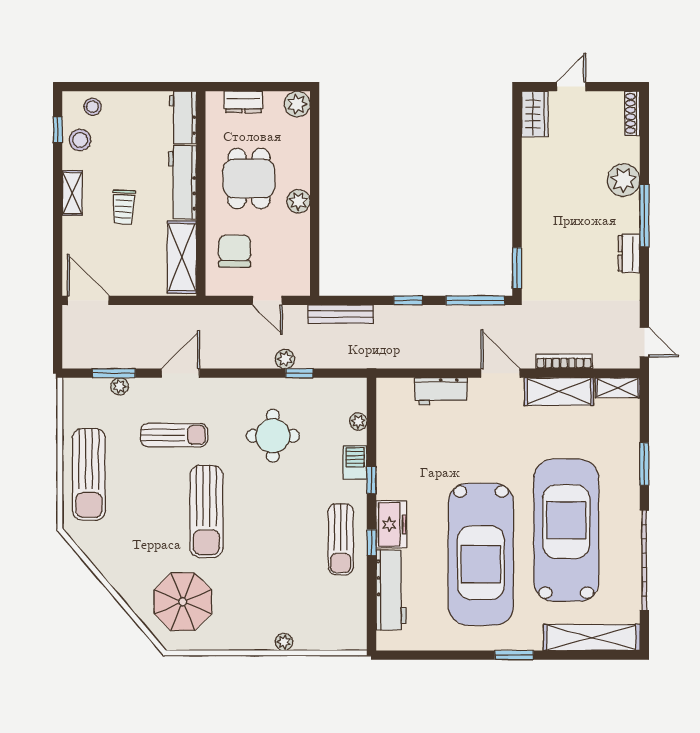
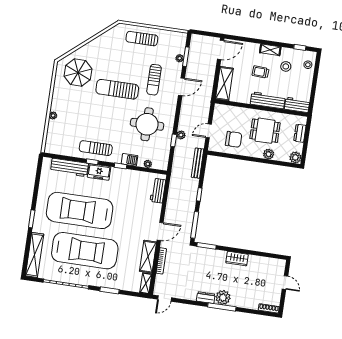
wardrobe: (535, 114) -> (237, 259), moved
stool: (80, 140) -> (286, 66), moved
plant: (624, 180) -> (223, 298), moved
plant: (298, 201) -> (269, 154), moved
chair: (235, 251) -> (234, 139), moved
shelving: (182, 257) -> (224, 84), moved, turned 90
door: (180, 373) -> (182, 87), hinge flipped
workbench: (441, 391) -> (158, 191), moved
round table: (273, 436) -> (147, 124), width x1.36, depth x1.36
sun lounger: (89, 474) -> (142, 39), width x0.73, depth x0.75

